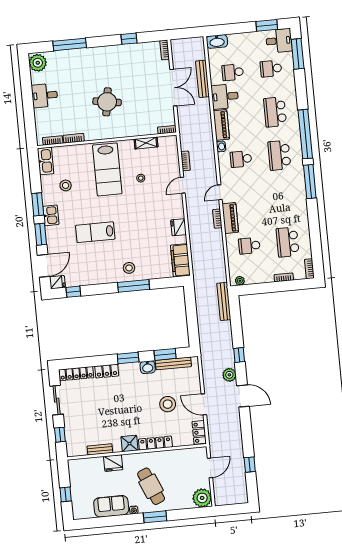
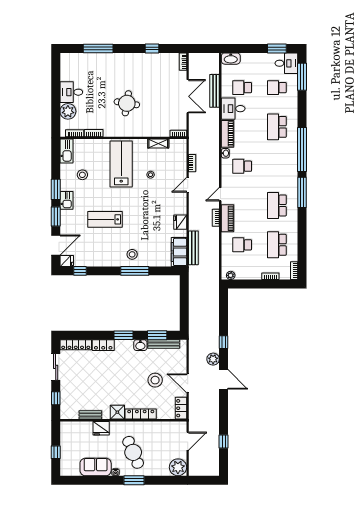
plant: (38, 63) -> (68, 111), moved
school desk: (279, 155) -> (277, 206), moved
lab bench: (107, 169) -> (121, 164), turned 180
bench: (224, 301) -> (193, 248), moved

